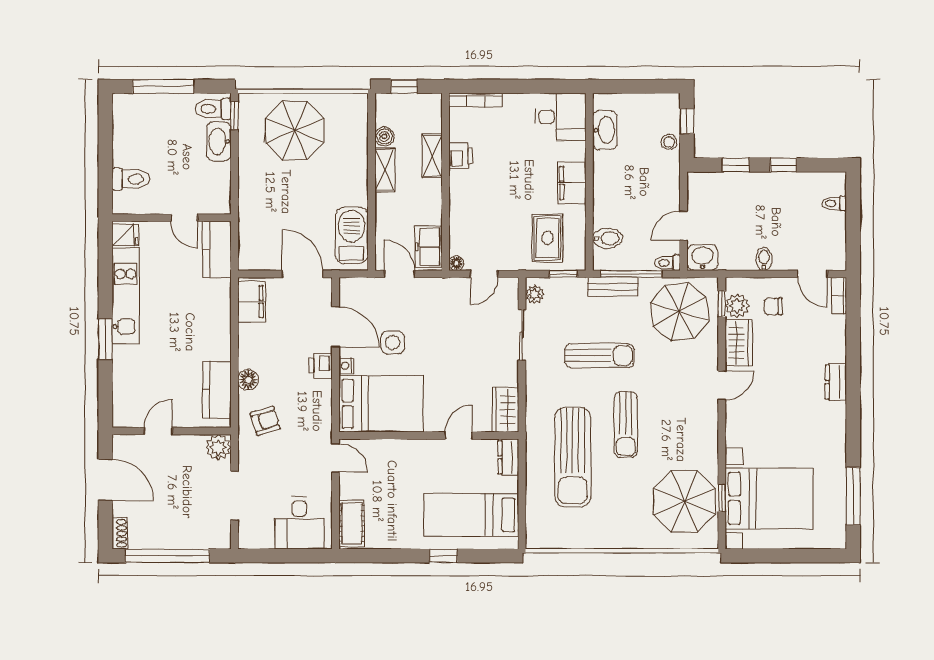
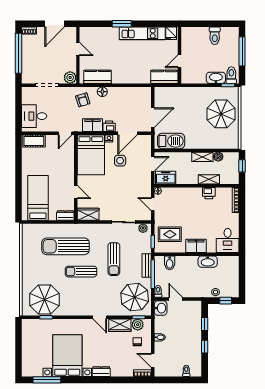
washbasin: (605, 130) -> (208, 262), moved
toilet: (131, 179) -> (215, 36), moved
door: (812, 274) -> (153, 360), hinge flipped
filing cabinet: (252, 302) -> (92, 125), moved, turned 180
bed with nightstands: (769, 498) -> (67, 356), moved, turned 180
window: (443, 556) -> (19, 185), removed

